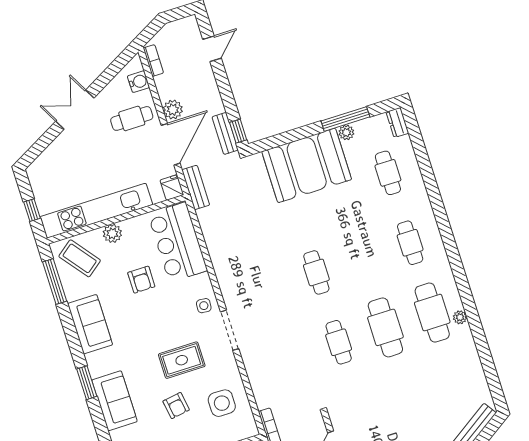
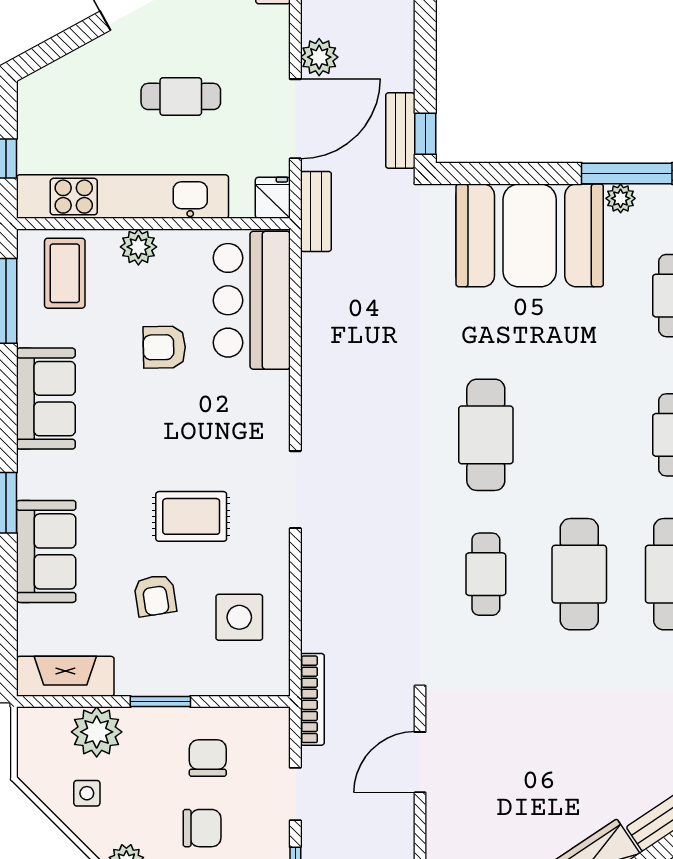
cafe table: (132, 118) -> (181, 96), moved
coffee table: (80, 258) -> (65, 273), turned 38
cafe table: (316, 272) -> (486, 435), width x1.37, depth x1.35
armchair: (141, 280) -> (164, 347), turned 89
side table: (204, 306) -> (263, 430), removed

